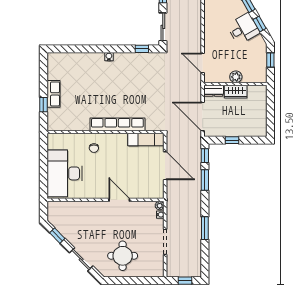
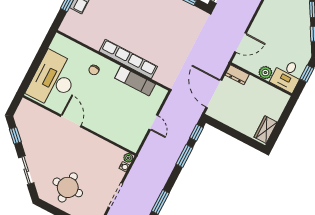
desk: (243, 29) -> (287, 75), moved, turned 120
door: (203, 63) -> (240, 43), swing flipped
wardrobe: (236, 92) -> (266, 130), moved, turned 90
exam couch: (146, 140) -> (135, 81), moved
window: (232, 140) -> (230, 131), removed
door: (165, 166) -> (153, 122), width x0.53
door: (119, 200) -> (71, 121), moved

